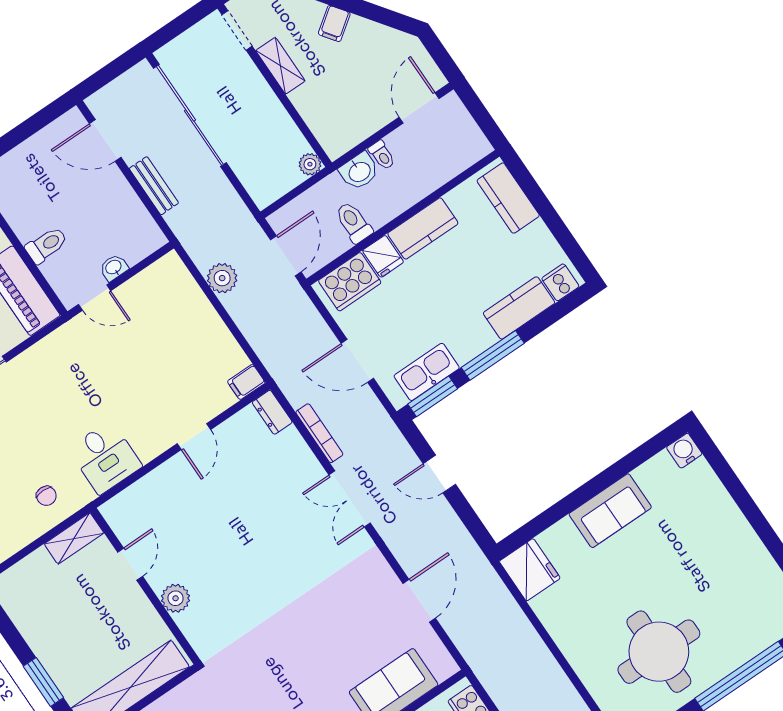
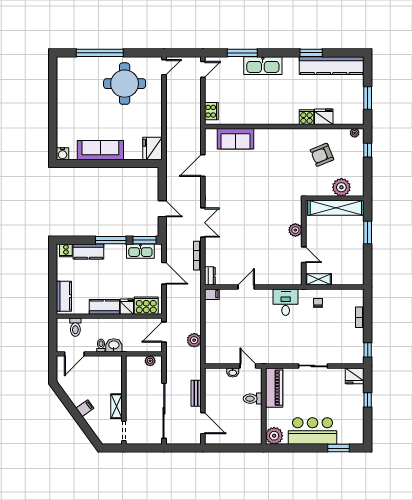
plant: (310, 164) -> (150, 361), moved
toilet: (354, 222) -> (75, 327), moved
sofa: (610, 511) -> (100, 150), width x1.36
door: (130, 564) -> (304, 255), swing flipped

